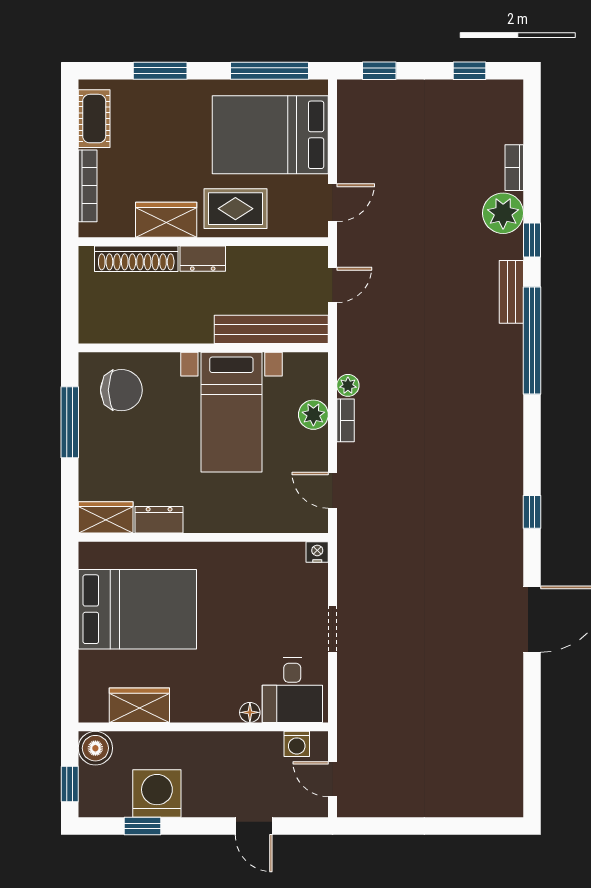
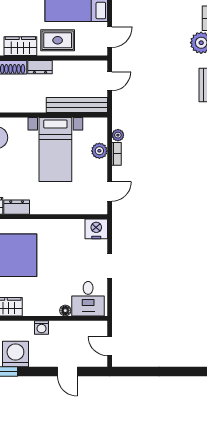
door: (333, 490) -> (110, 191), swing flipped
nightstand: (317, 552) -> (96, 229), width x1.89, depth x1.79
washing machine: (297, 744) -> (42, 327), moved

